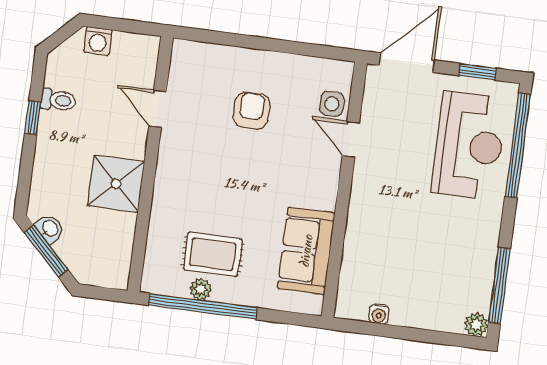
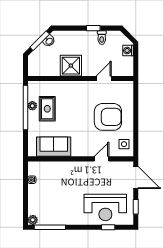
side table: (332, 104) -> (124, 144), moved
armchair: (252, 111) -> (108, 117), width x1.88, depth x1.88
window: (518, 145) -> (108, 227), width x0.32

